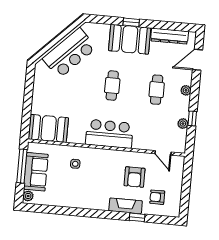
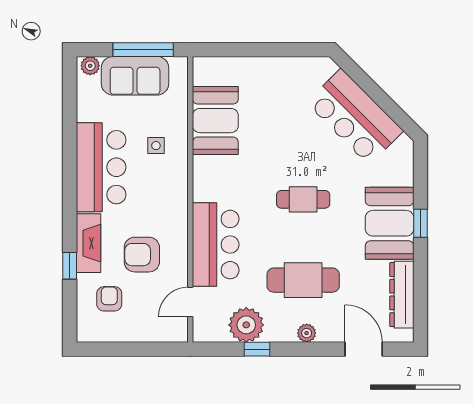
cafe table: (157, 90) -> (303, 280), width x1.37, depth x1.35
plant: (183, 124) -> (246, 325), width x1.88, depth x1.88
booth: (49, 128) -> (215, 121), moved
bar counter: (109, 134) -> (216, 245), moved
bar counter: (84, 195) -> (101, 167), added

